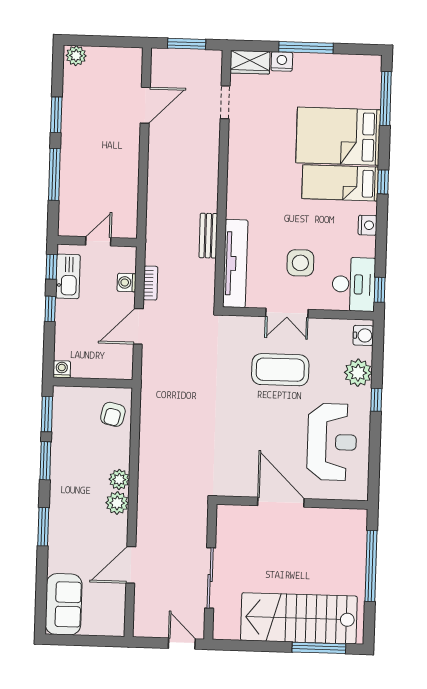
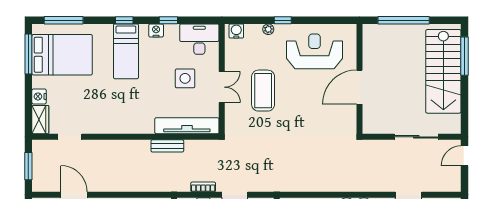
window: (306, 48) -> (28, 54), moved
bed: (338, 136) -> (62, 55), moved, turned -90
window: (380, 290) -> (168, 20), moved
plant: (358, 373) -> (268, 29), width x0.53, depth x0.53

